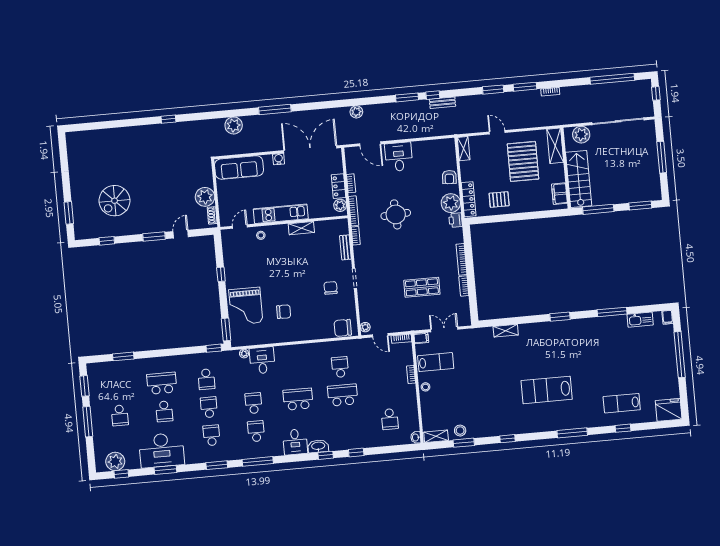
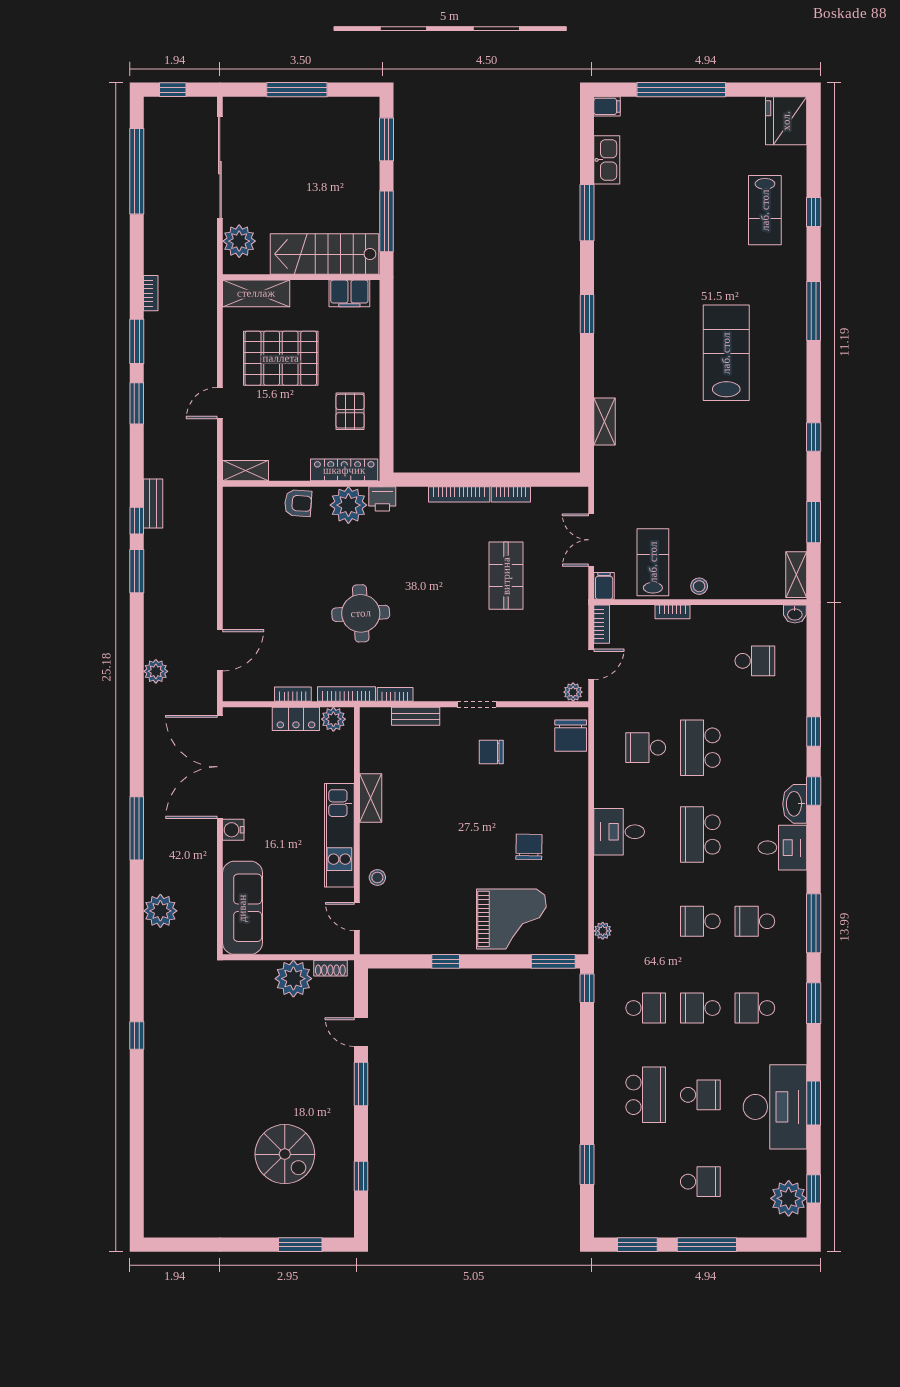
desk: (399, 157) -> (250, 597), removed
desk: (262, 360) -> (619, 832), moved
school desk: (162, 383) -> (646, 1095), turned 180
lab bench: (547, 390) -> (726, 353), turned 180
stool: (460, 431) -> (789, 527), removed

